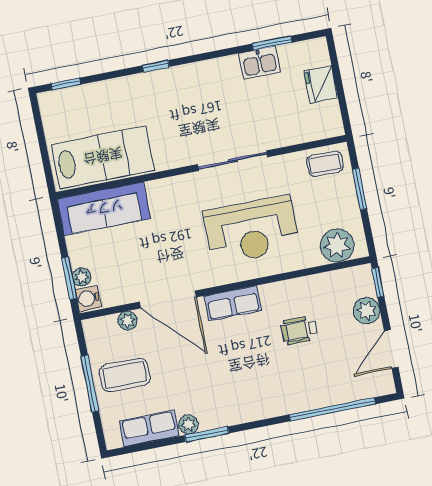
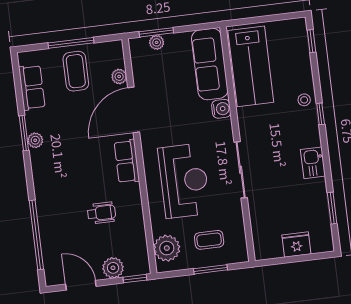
kitchen sink: (260, 63) -> (313, 163), moved
stool: (140, 88) -> (304, 100), added
coffee table: (325, 164) -> (209, 240), moved, turned 90
reception desk: (252, 230) -> (184, 181), turned 180
water cooler: (88, 298) -> (221, 109), moved, turned 90
wheelchair: (299, 330) -> (101, 213), turned 90
plant: (188, 425) -> (35, 140), moved

